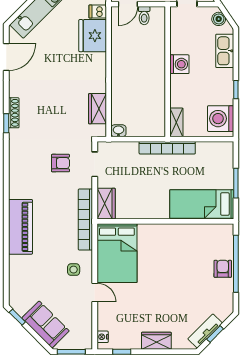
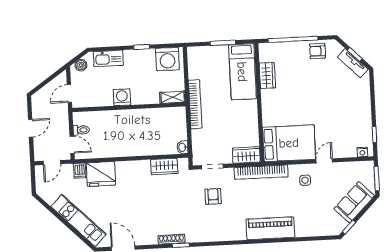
armchair: (223, 269) -> (317, 51), moved
wardrobe: (156, 341) -> (267, 75), moved, turned 180

